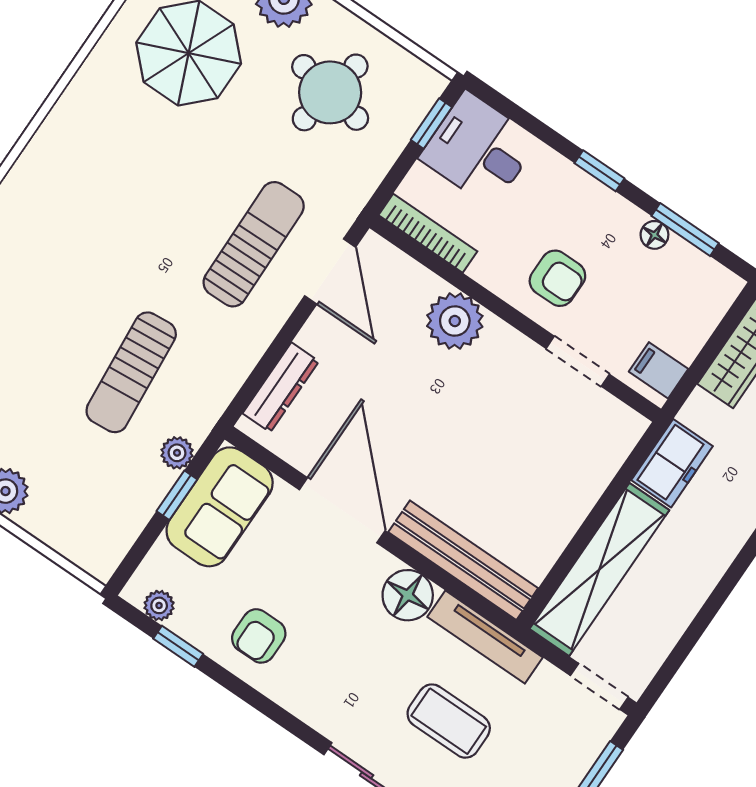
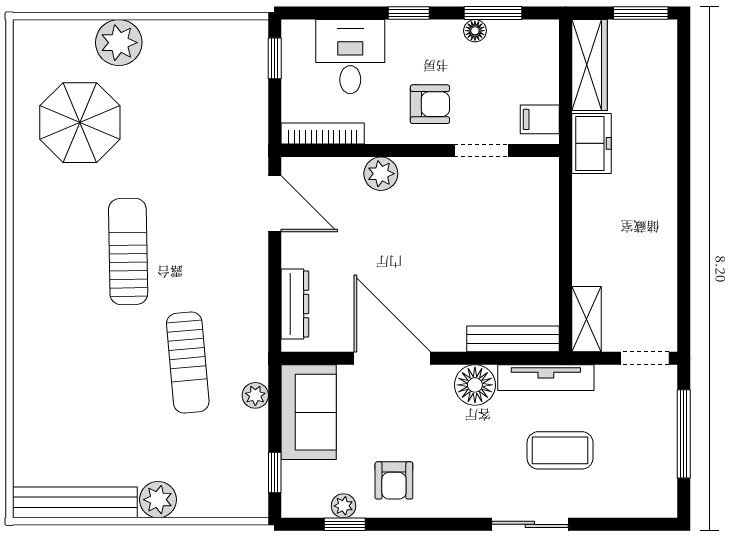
round table: (330, 92) -> (193, 84), removed
desk: (479, 149) -> (350, 57), moved, turned 90
sun lounger: (254, 244) -> (128, 252), moved
plant: (455, 321) -> (381, 174), width x0.73, depth x0.73
freezer: (672, 463) -> (591, 143), moved
window: (177, 495) -> (275, 473), moved
bench: (463, 560) -> (513, 339), width x0.73, depth x0.82
shelving: (599, 570) -> (587, 319), width x0.45, depth x0.75
plant: (159, 605) -> (343, 506), moved

